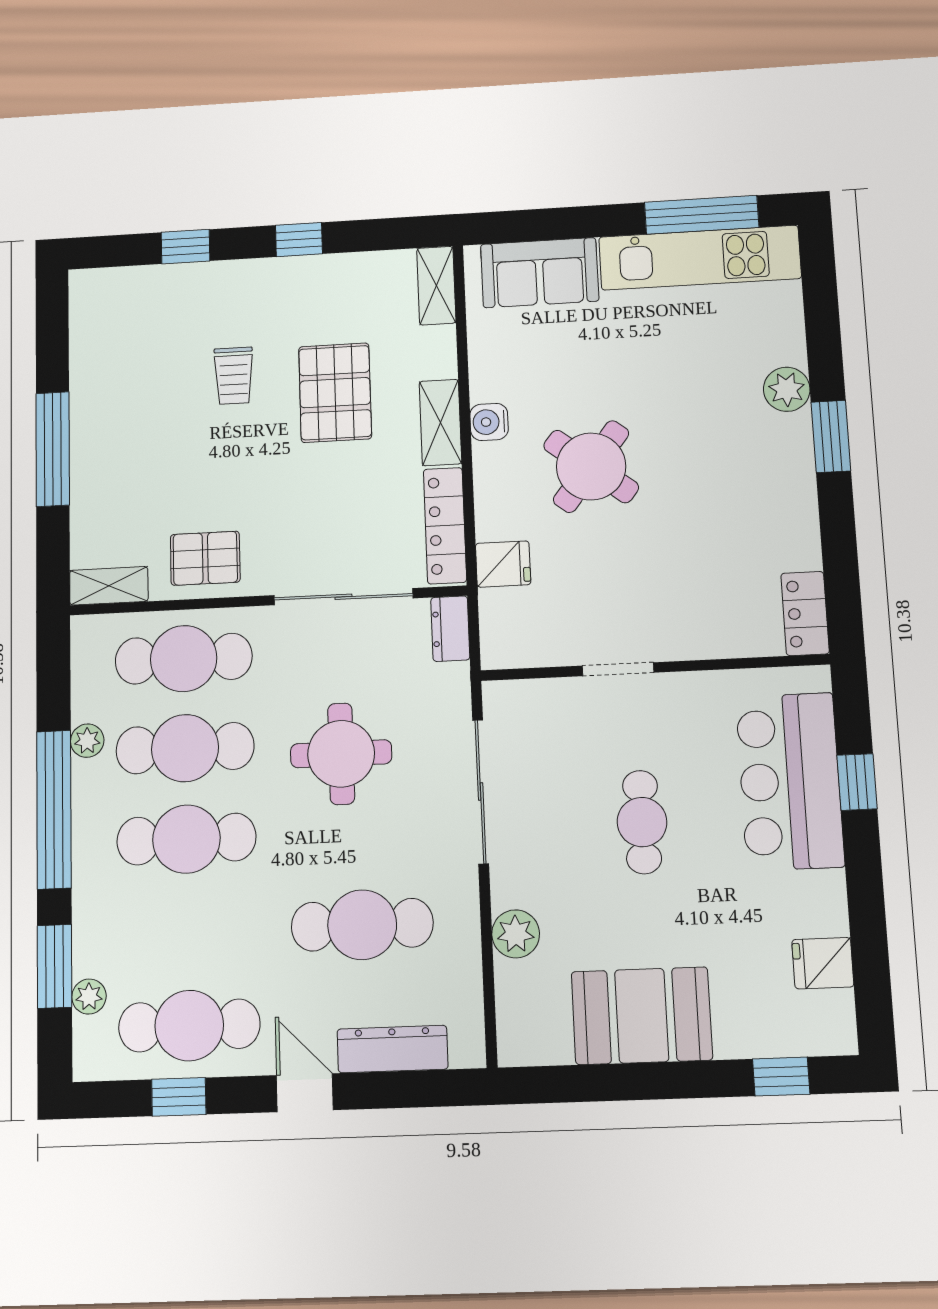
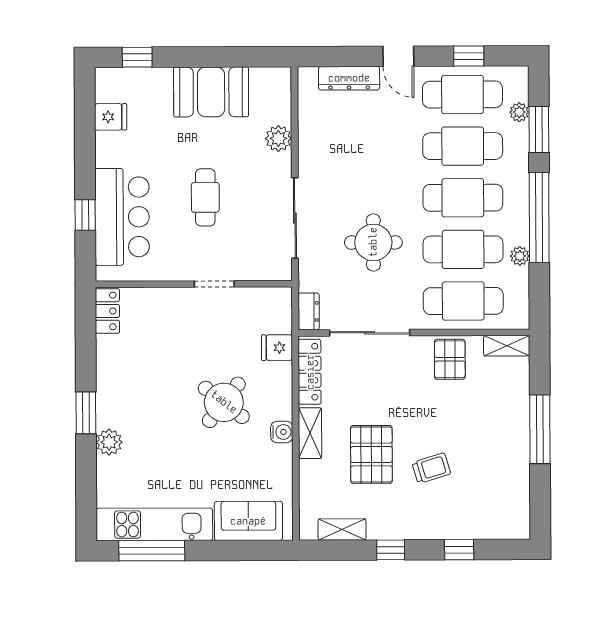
shelving: (436, 286) -> (342, 529), moved, turned 90
trolley: (234, 376) -> (431, 468), turned 73
pallet: (205, 558) -> (450, 359), turned 90
cafe table: (362, 925) -> (463, 146), moved

